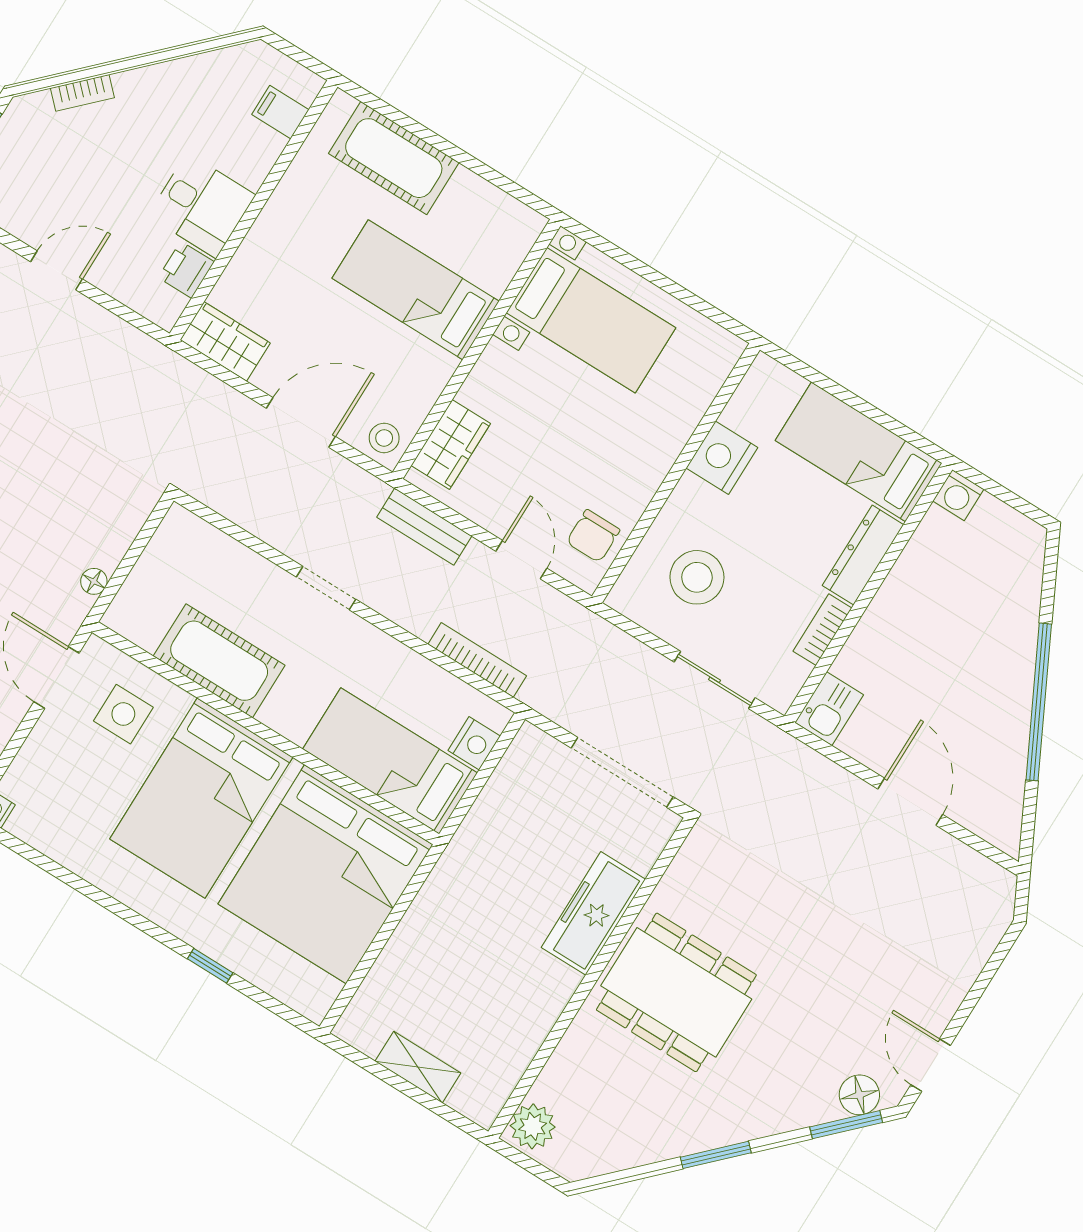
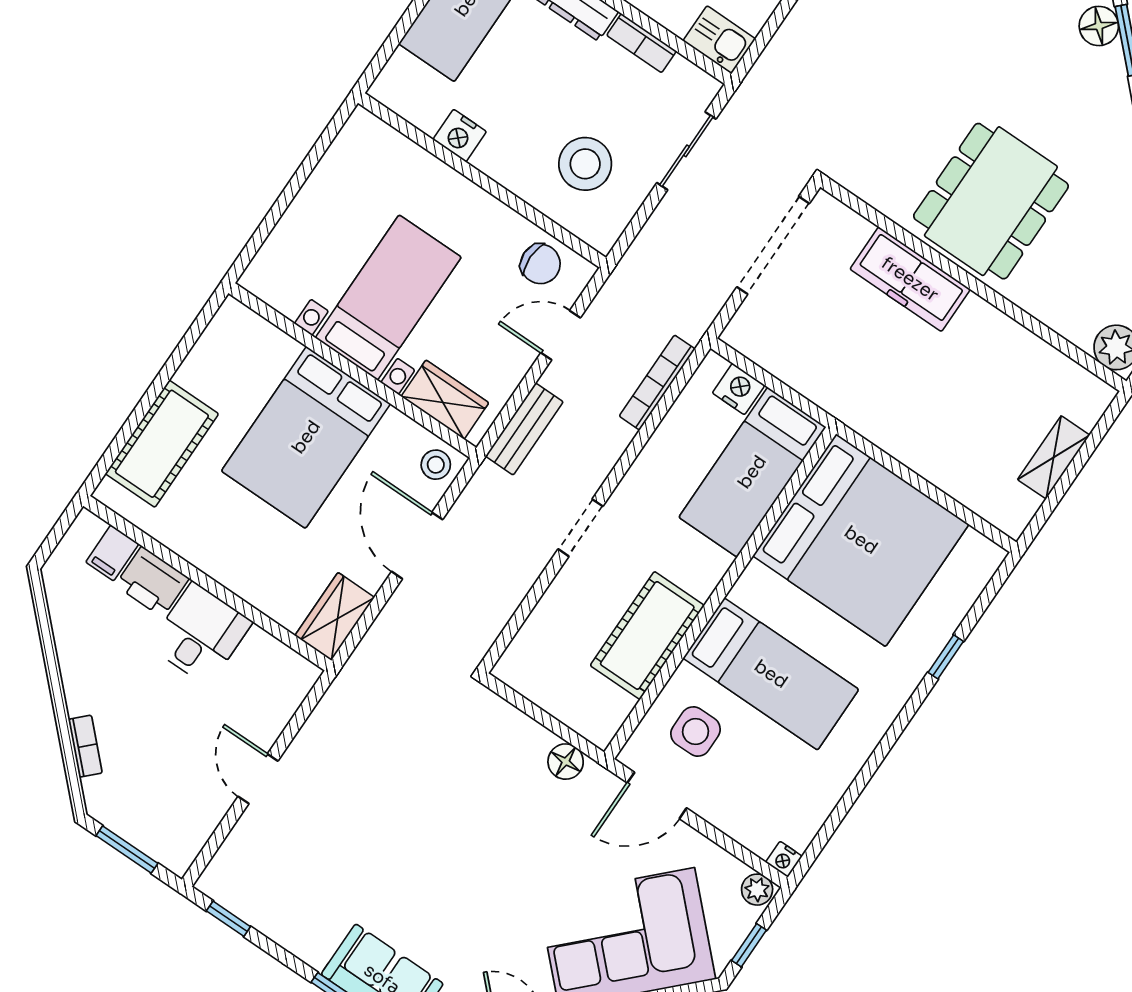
printer: (186, 270) -> (152, 582), moved, width x1.36, depth x1.24
bed: (416, 290) -> (306, 437), width x1.50
bed with nightstands: (591, 320) -> (388, 298), moved
nightstand: (722, 458) -> (460, 136), width x0.74, depth x0.75
floor lamp: (94, 581) -> (566, 762), width x1.37, depth x1.37
bed: (201, 798) -> (771, 674), width x0.67

